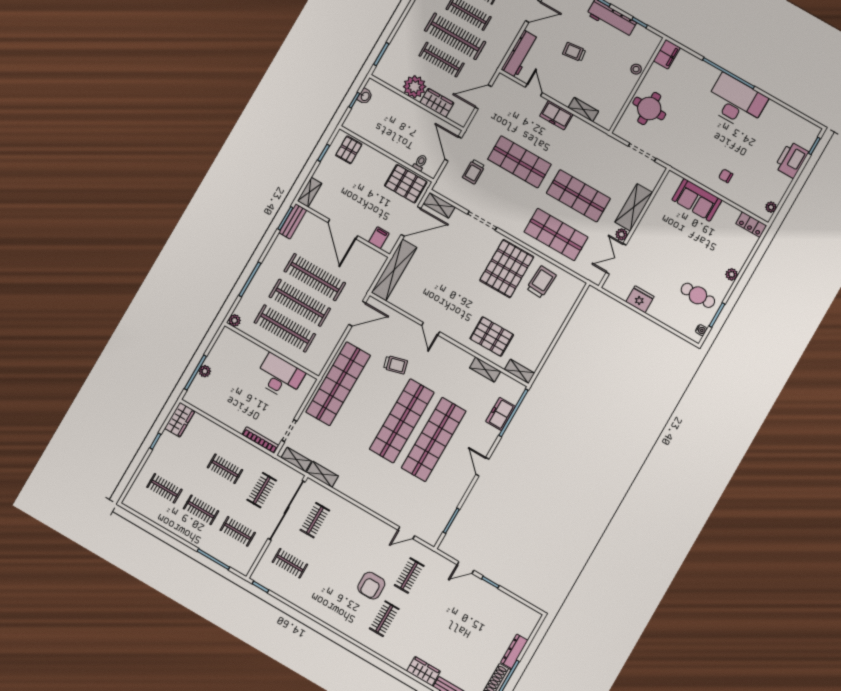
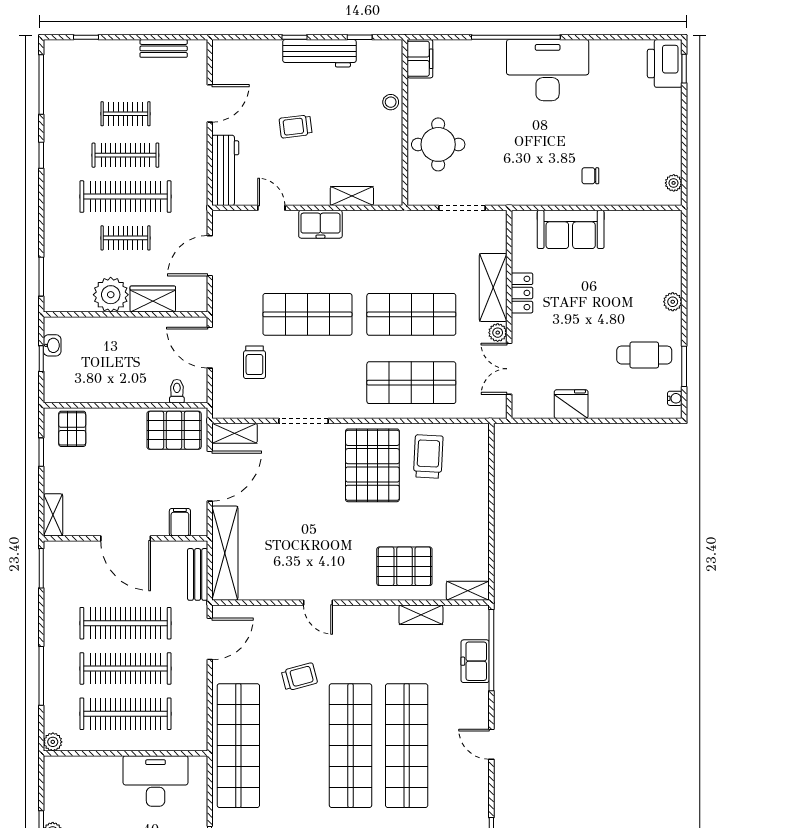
clothes rail: (442, 60) -> (125, 238), width x0.73
printer: (792, 160) -> (665, 63), moved
bench: (293, 221) -> (198, 574), moved
locker: (751, 225) -> (522, 293), moved, turned -90

